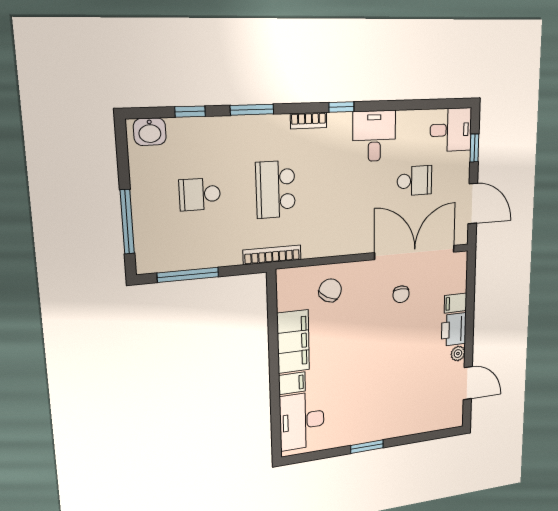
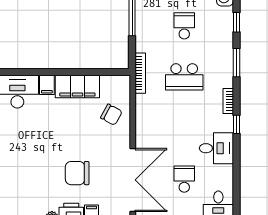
school desk: (414, 181) -> (184, 179), turned 180
school desk: (276, 189) -> (184, 77), turned 180
chair: (401, 294) -> (77, 173), moved, width x1.87, depth x1.87

